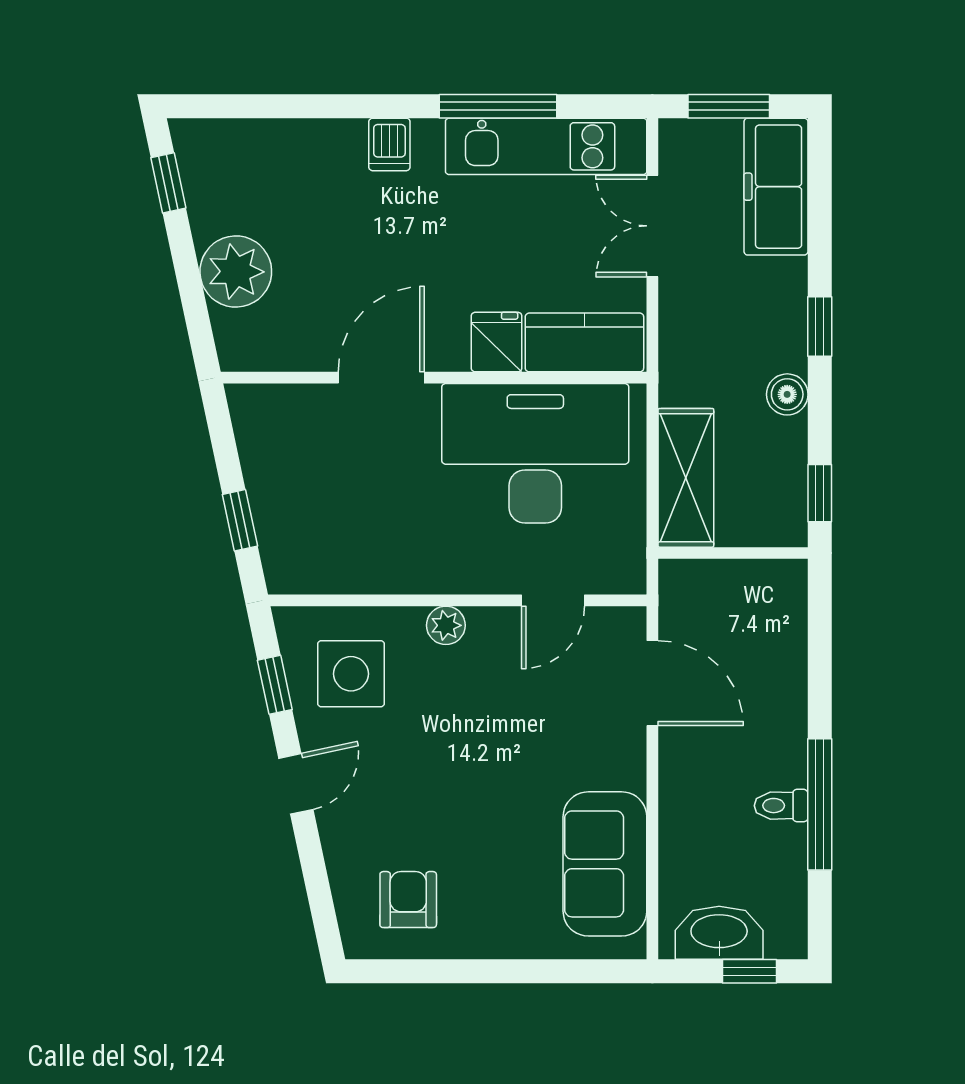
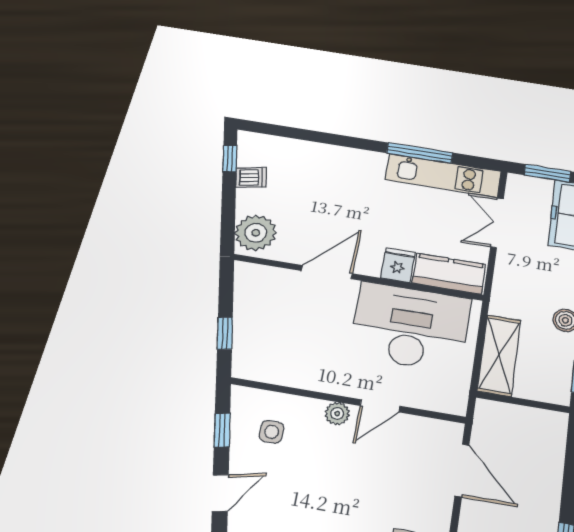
dishwasher: (389, 144) -> (251, 177), moved, turned -102
plant: (236, 272) -> (256, 233), moved
door: (553, 600) -> (380, 406), moved
side table: (351, 674) -> (272, 432), width x0.54, depth x0.54

